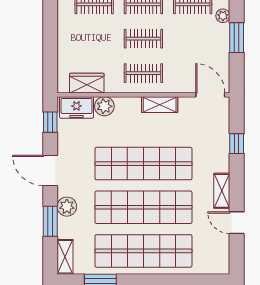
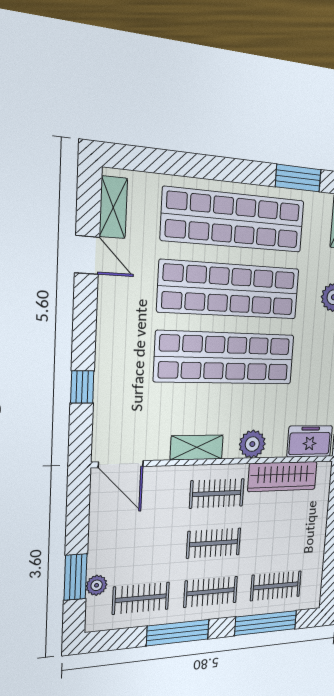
window: (237, 38) -> (76, 577), moved
wardrobe: (87, 83) -> (283, 477), width x1.50
plant: (104, 106) -> (252, 444), moved
shelving: (222, 191) -> (113, 207), moved

